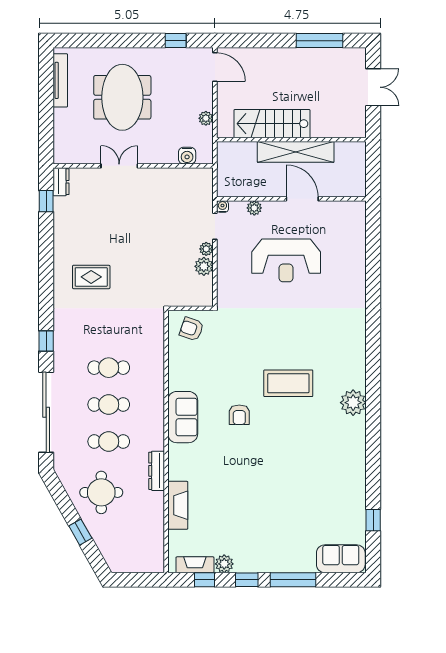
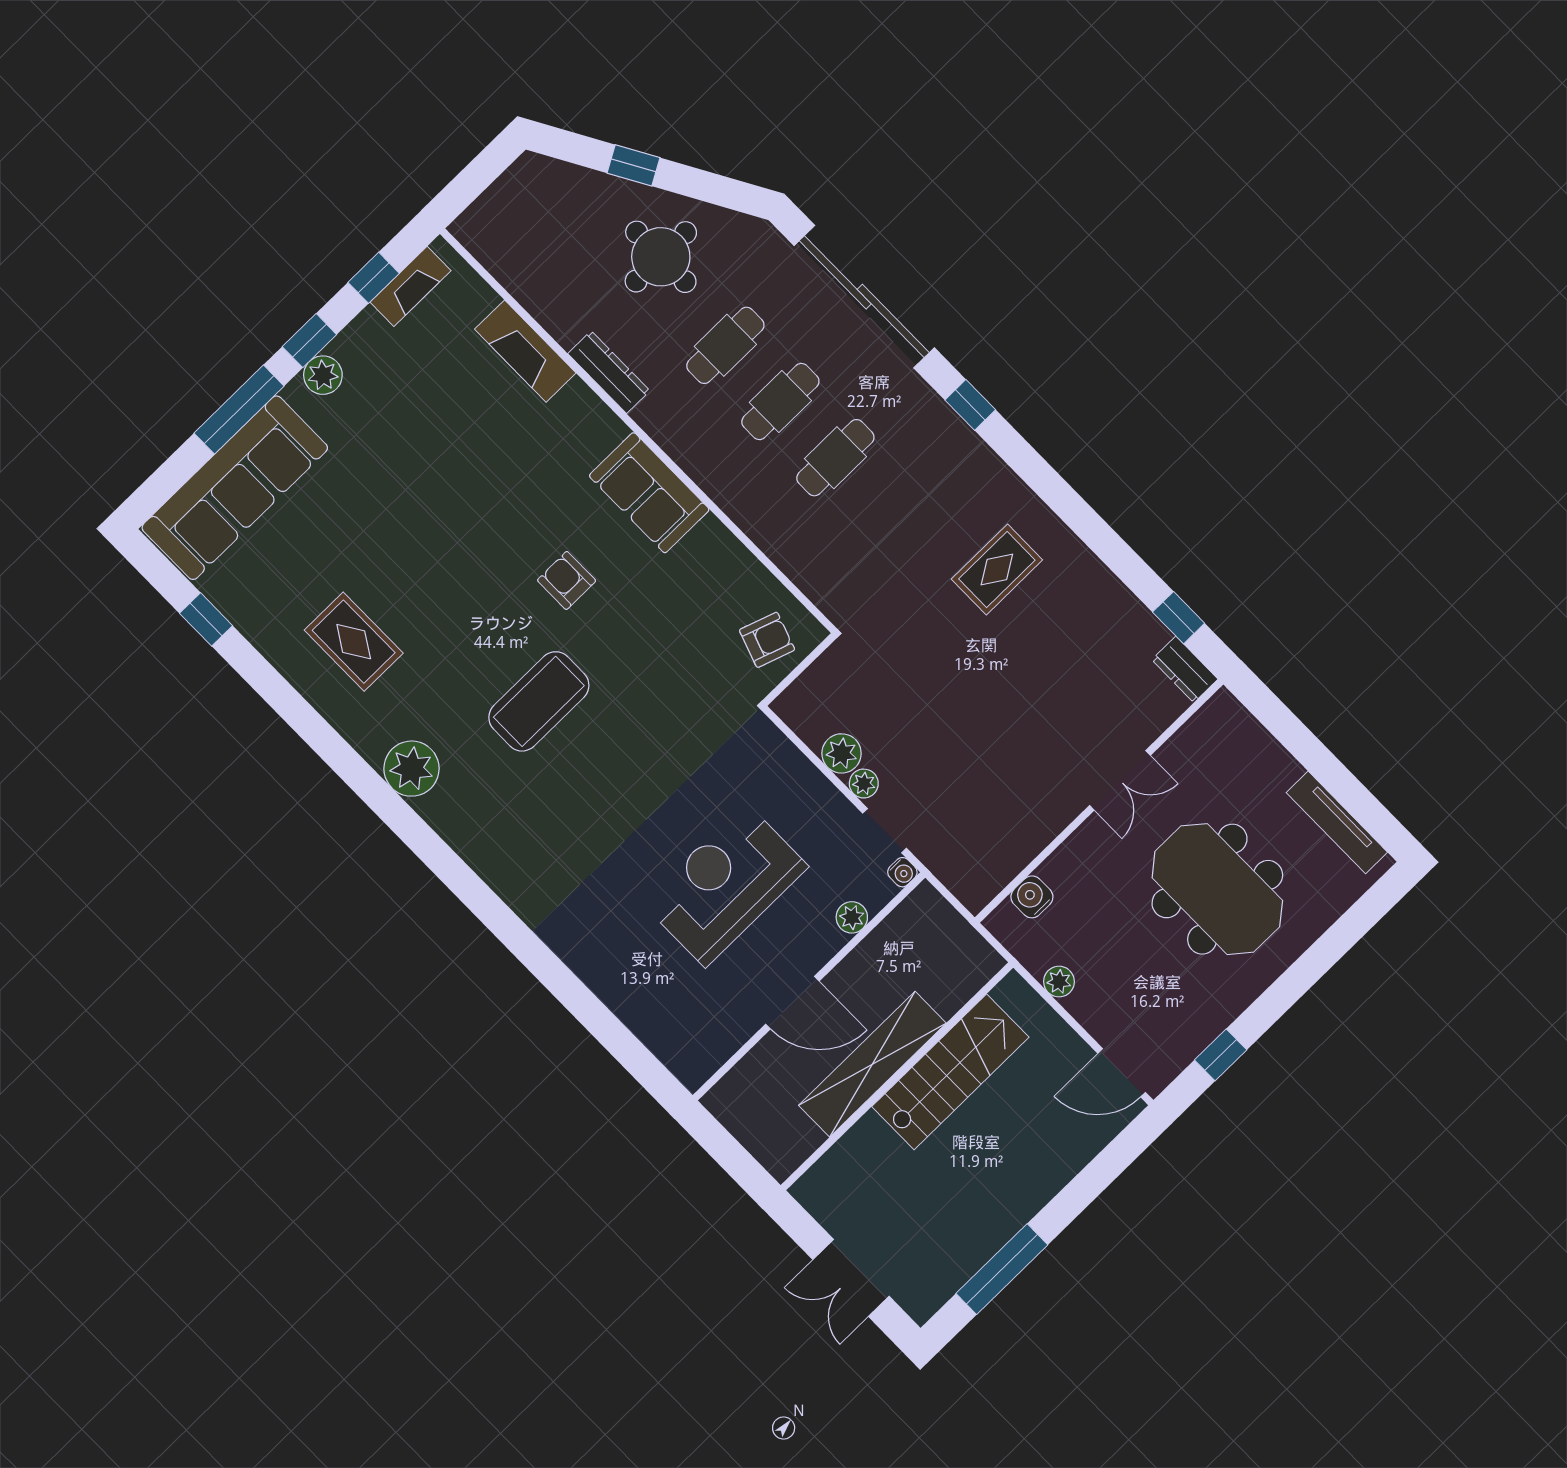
rug: (331, 464) -> (354, 642), added
sofa: (341, 559) -> (235, 488), width x1.85, depth x1.27
plant: (224, 564) -> (323, 375), moved

